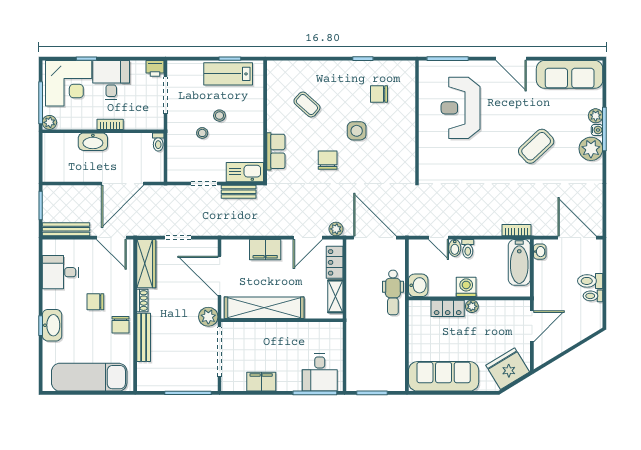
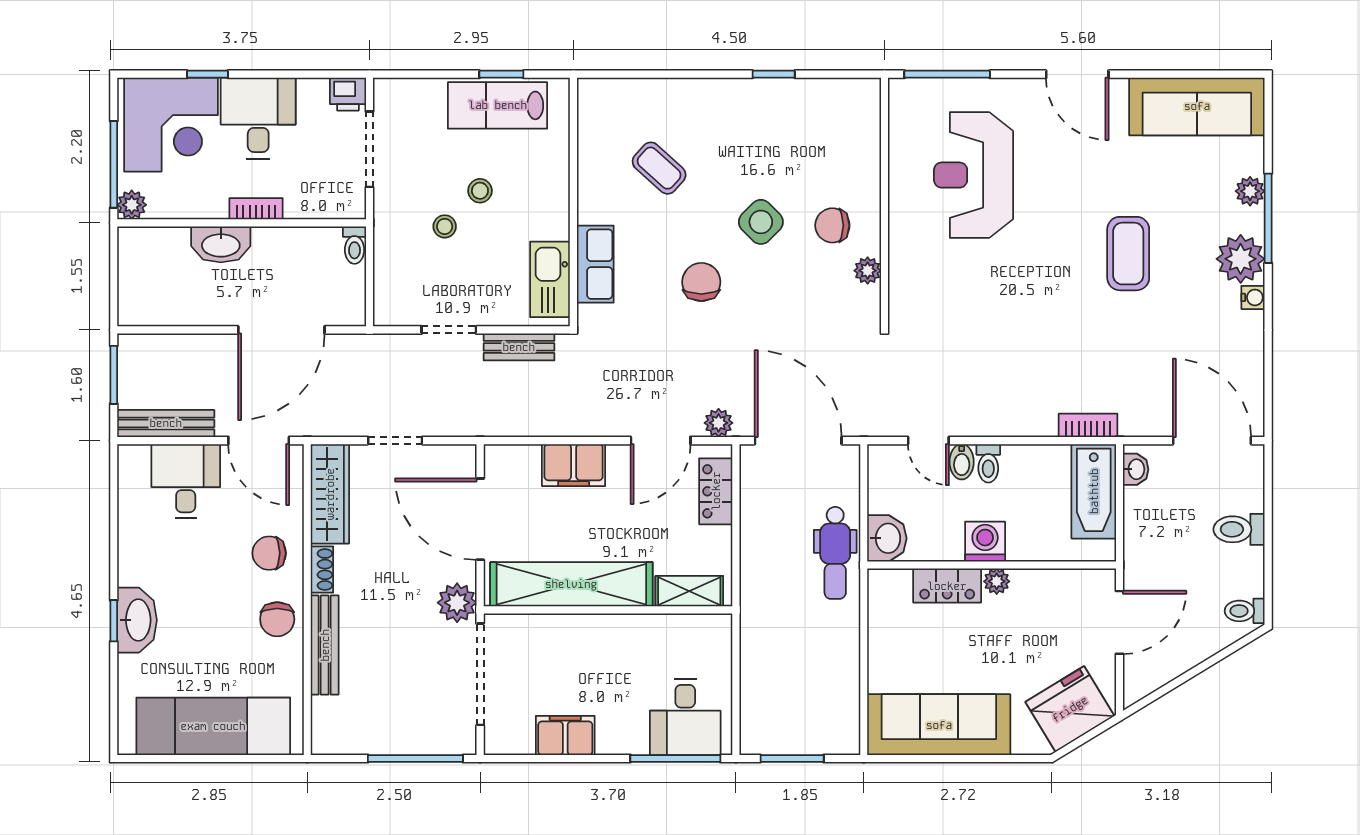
chair: (379, 94) -> (832, 225), moved
water cooler: (597, 130) -> (1253, 297), moved
side table: (357, 131) -> (761, 222), turned 45
coffee table: (536, 146) -> (1128, 254), turned -47
plant: (409, 155) -> (868, 271), added
kitchen sink: (245, 172) -> (550, 279), moved, turned -90
desk: (60, 272) -> (186, 481), moved, turned 90
shelving: (335, 296) -> (689, 591), moved, turned 90
toilet: (593, 296) -> (1245, 611), moved
chair: (95, 302) -> (269, 553), moved

